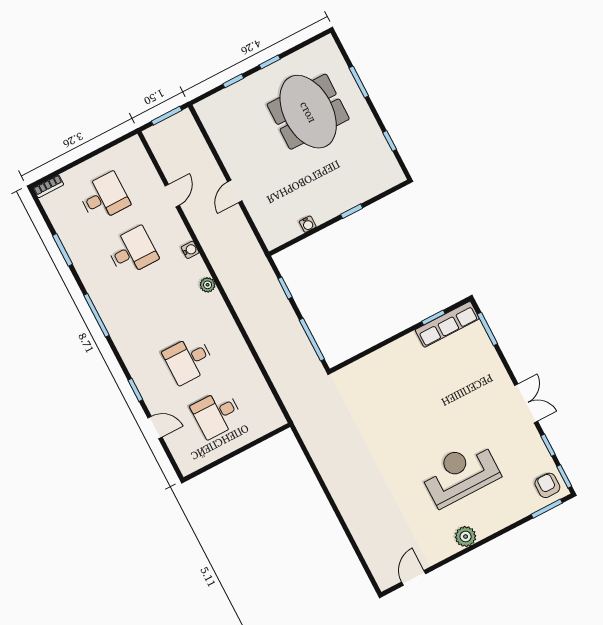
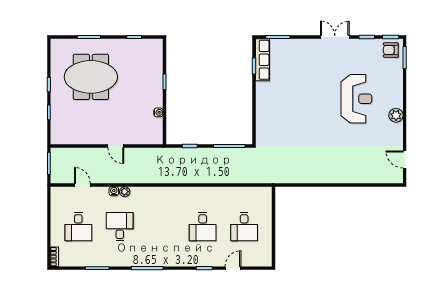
door: (172, 196) -> (82, 185), moved
desk: (104, 197) -> (78, 227), turned 180
water cooler: (190, 250) -> (114, 191), moved
plant: (208, 285) -> (125, 192), moved
reception desk: (460, 474) -> (356, 99), turned 180

